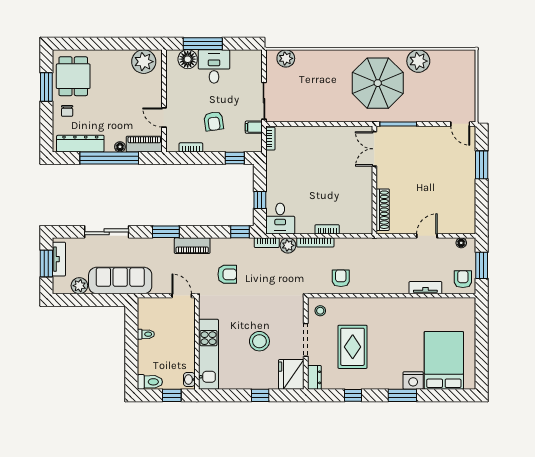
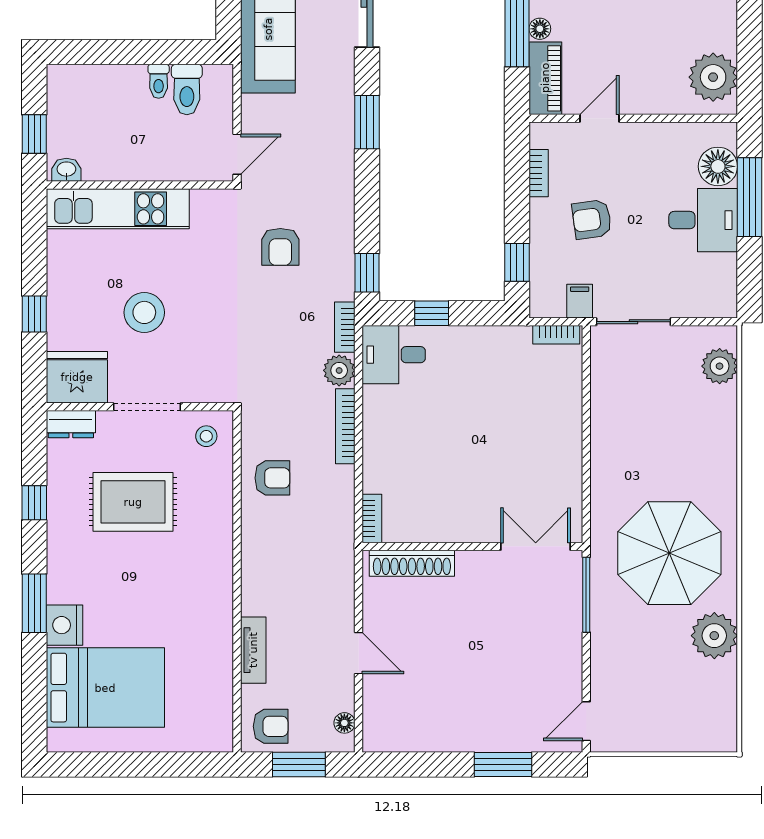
bookcase: (327, 229) -> (372, 518), moved
piano: (192, 246) -> (339, 176), removed
toilet: (150, 382) -> (187, 90), moved

